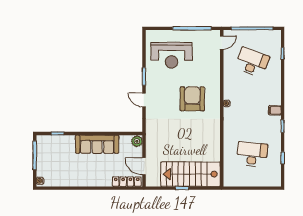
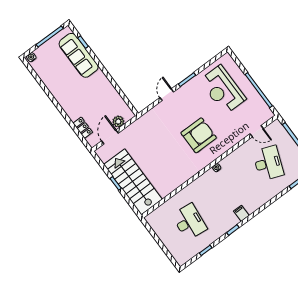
door: (222, 43) -> (257, 131), moved
plant: (137, 141) -> (118, 121), moved
sofa: (97, 144) -> (79, 55), moved
locker: (127, 182) -> (83, 128), width x0.66

